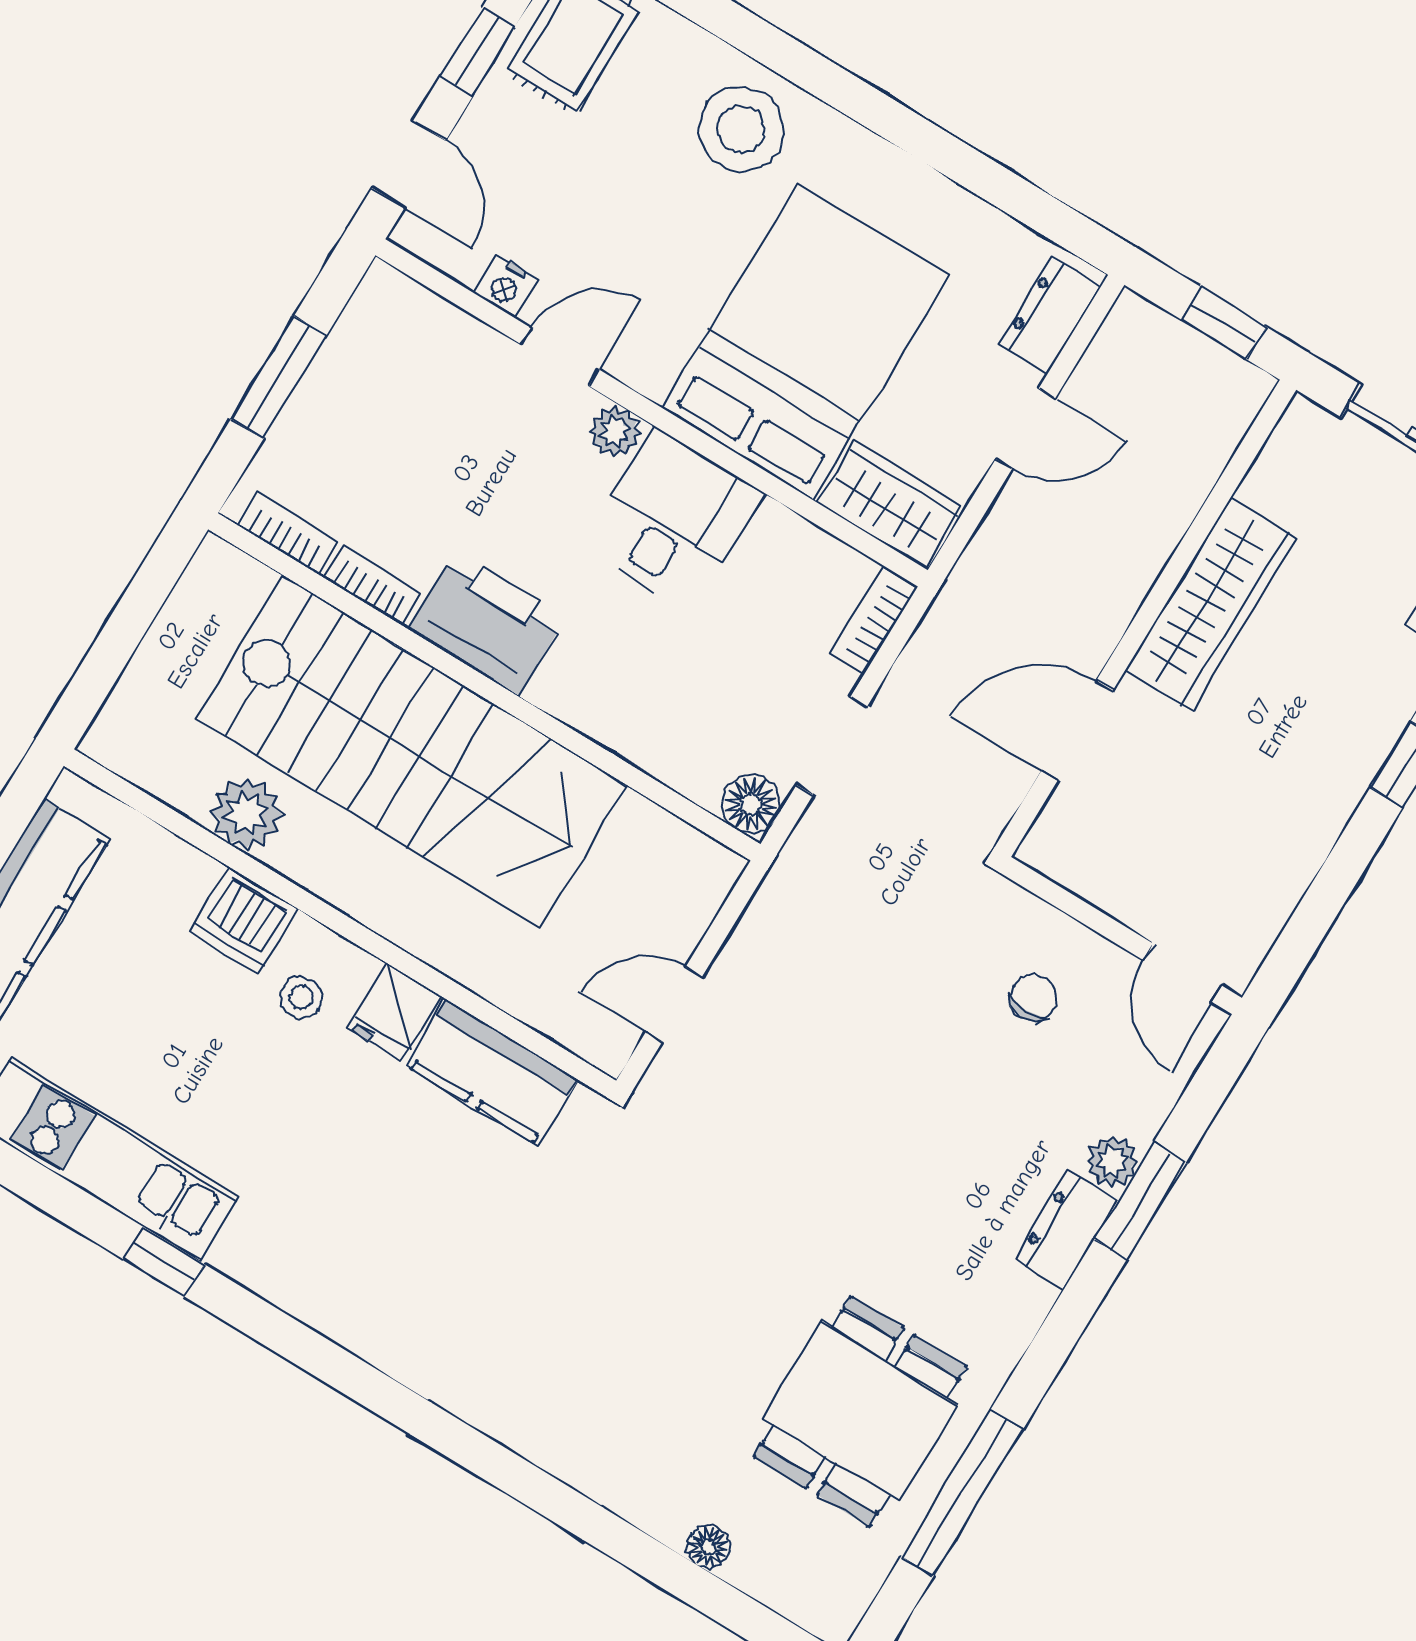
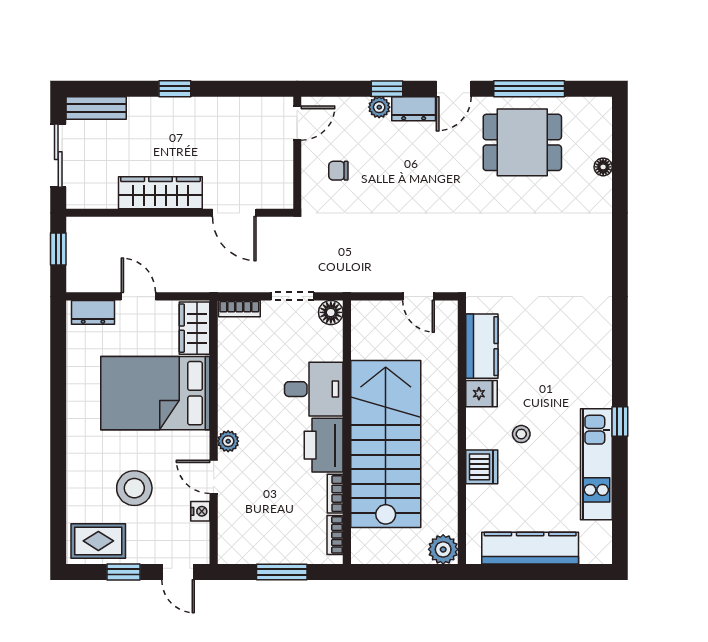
stool: (741, 129) -> (134, 488), moved
door: (409, 164) -> (178, 572), swing flipped
desk: (673, 519) -> (314, 389), moved, turned 180
plant: (247, 813) -> (443, 549), moved
stool: (301, 997) -> (521, 434), moved
window: (1140, 1200) -> (387, 89), width x0.67
door: (1057, 1338) -> (454, 89), added

